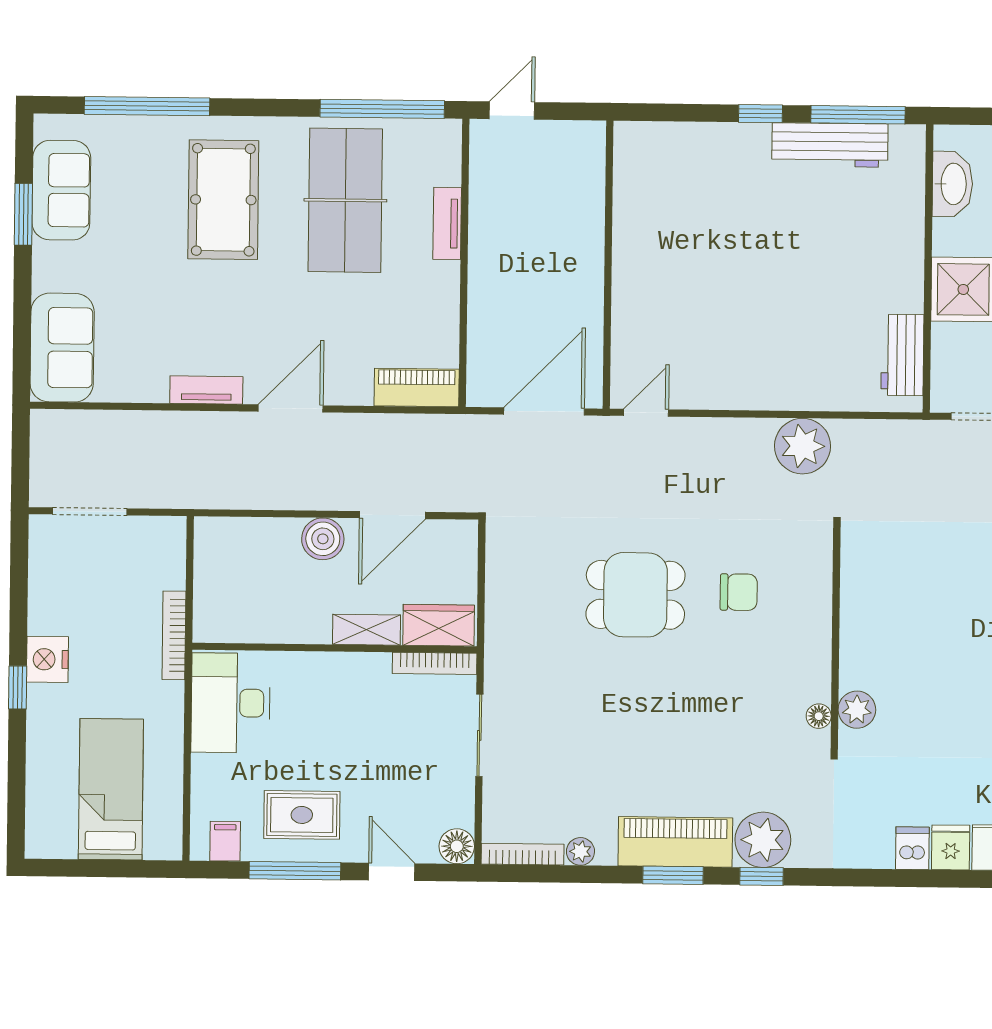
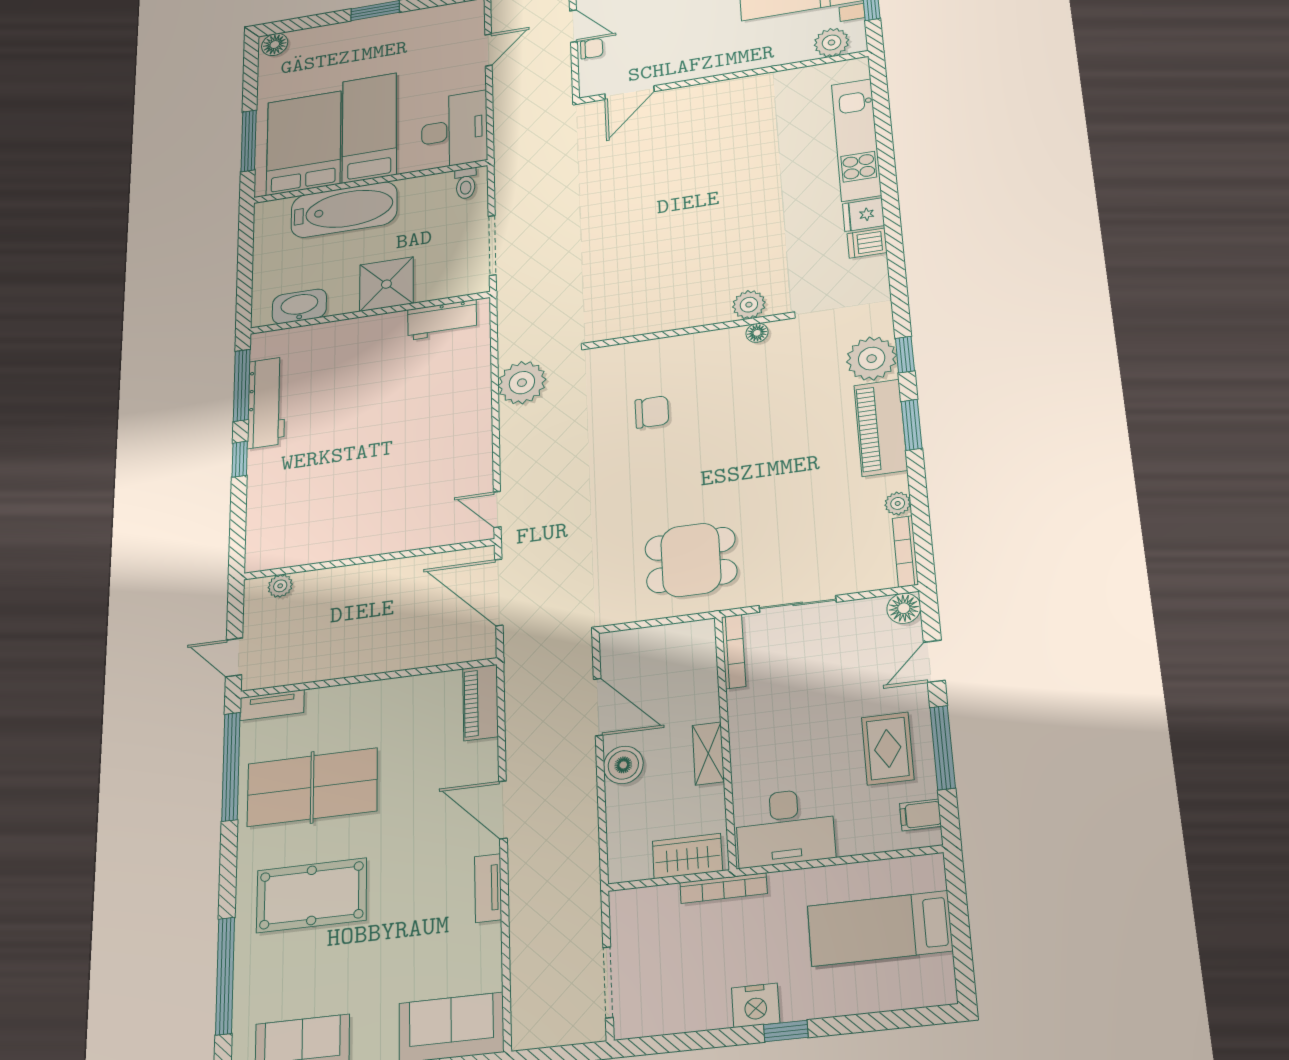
plant: (591, 163) -> (280, 586), added
tv unit: (447, 223) -> (272, 705), moved
chair: (739, 592) -> (652, 412), turned 90
dining table: (635, 595) -> (691, 560), moved, turned 90
wardrobe: (439, 625) -> (687, 856), moved, turned 90
shelving: (367, 630) -> (708, 753), moved

